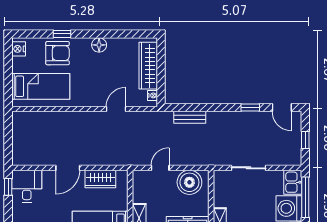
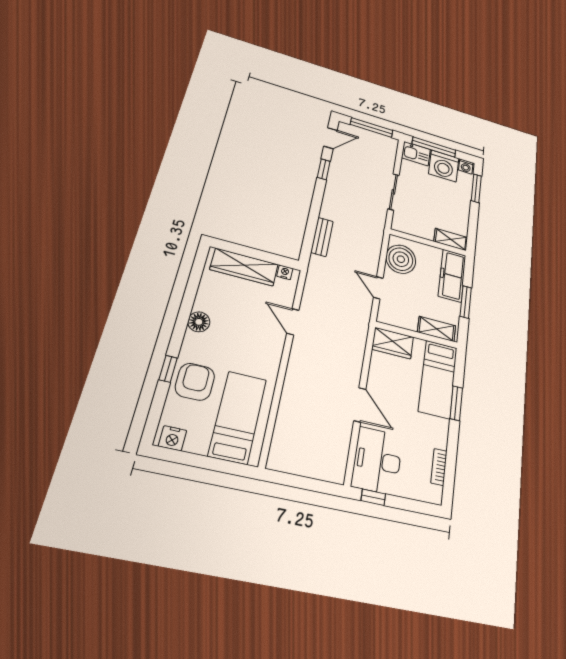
window: (305, 140) -> (372, 127), width x2.17
wardrobe: (100, 179) -> (393, 343), moved, turned 90
desk: (27, 186) -> (377, 461), width x1.37

